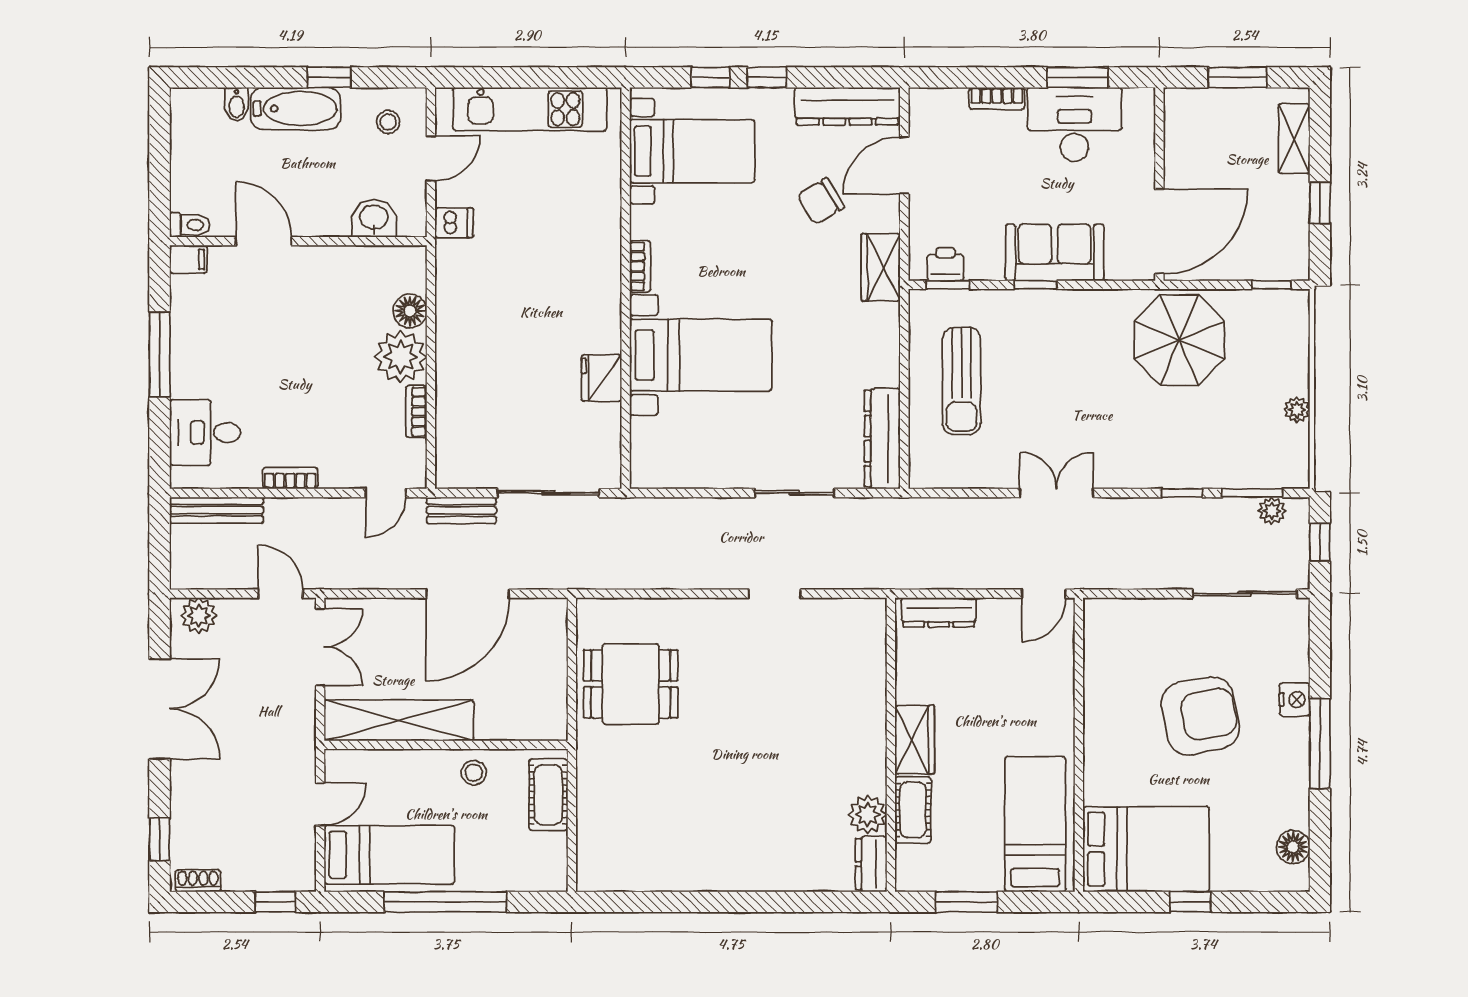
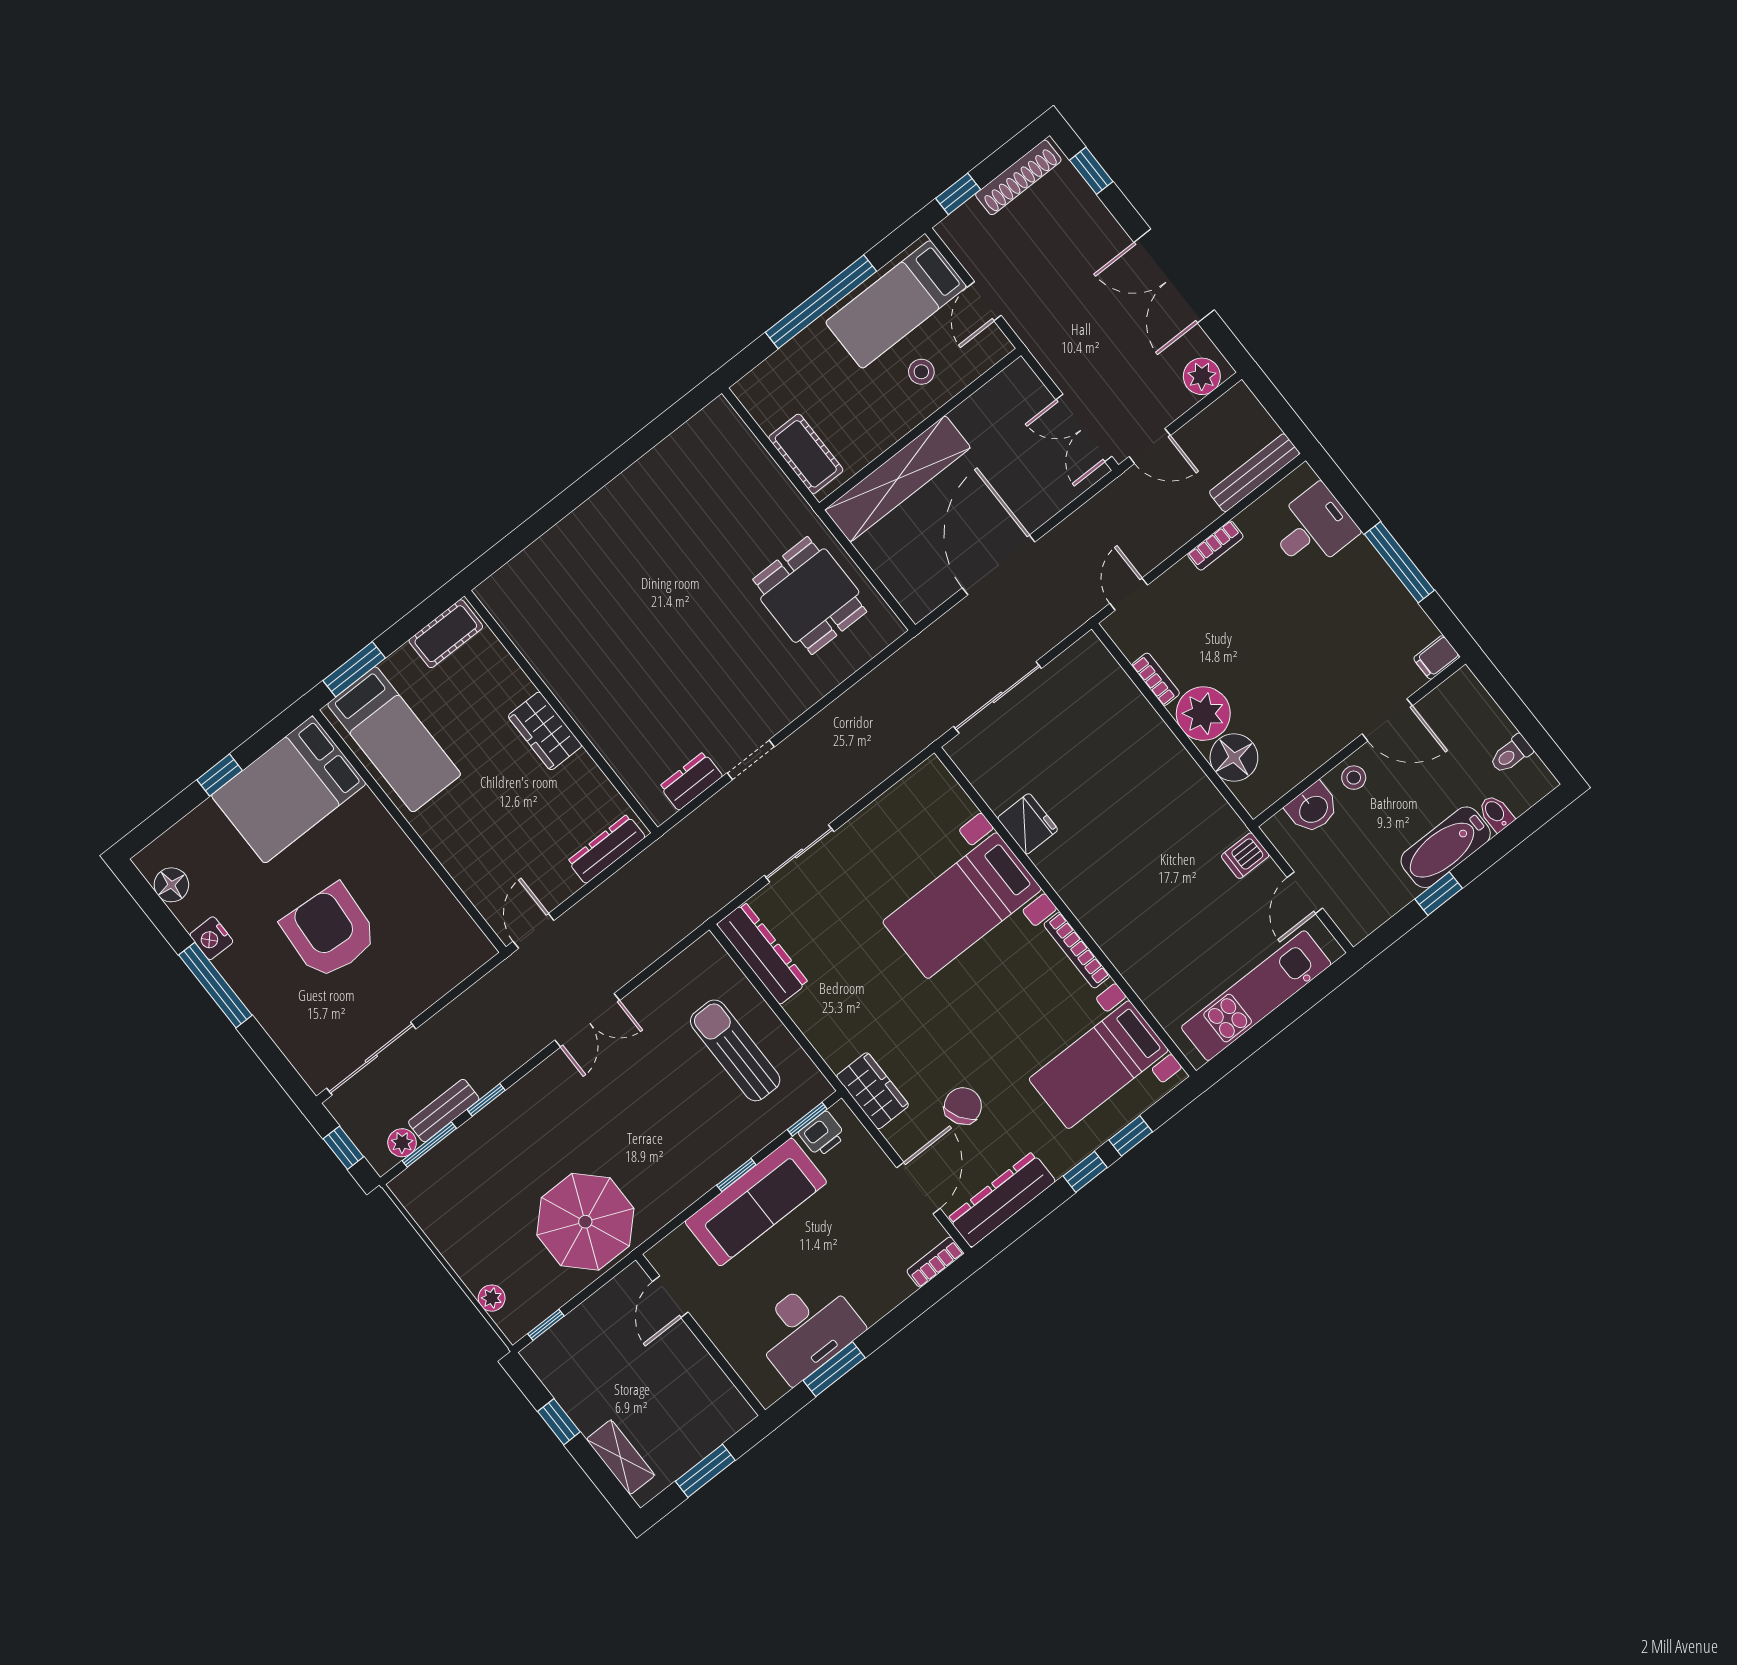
bookcase: (997, 99) -> (935, 1262), moved
stool: (388, 122) -> (1354, 778), moved
toilet: (190, 225) -> (1511, 754), moved
door: (1159, 231) -> (670, 1297), width x0.53
sofa: (1055, 252) -> (756, 1202), width x1.36
bookcase: (640, 266) -> (1077, 950), width x1.56
floor lamp: (410, 311) -> (1234, 758), width x1.38, depth x1.38
plant: (1297, 410) -> (492, 1298), moved
bench: (461, 510) -> (444, 1111), moved
dining table: (631, 684) -> (810, 596), turned 90
nightstand: (1295, 700) -> (211, 938), moved
armchair: (1200, 716) -> (330, 932), turned 105
shelving: (399, 720) -> (898, 479), moved
stool: (474, 773) -> (921, 372), moved
cot: (913, 810) -> (446, 634), moved, turned 90
plant: (868, 815) -> (535, 641), removed
dresser: (871, 864) -> (691, 781), moved, turned -90
shoe rack: (198, 881) -> (1018, 177), width x1.94, depth x1.24
window: (966, 902) -> (354, 669), moved

